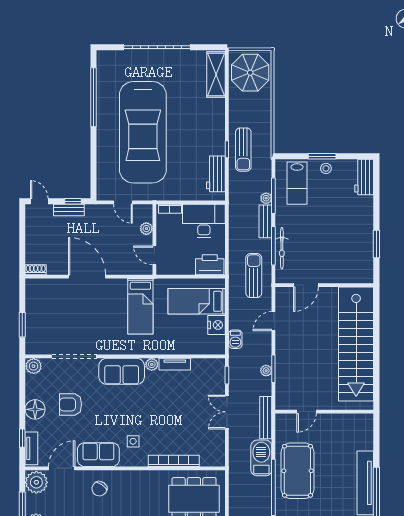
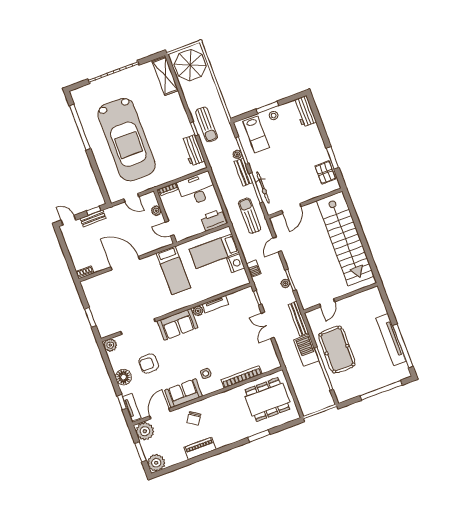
pallet: (362, 258) -> (325, 172), added

